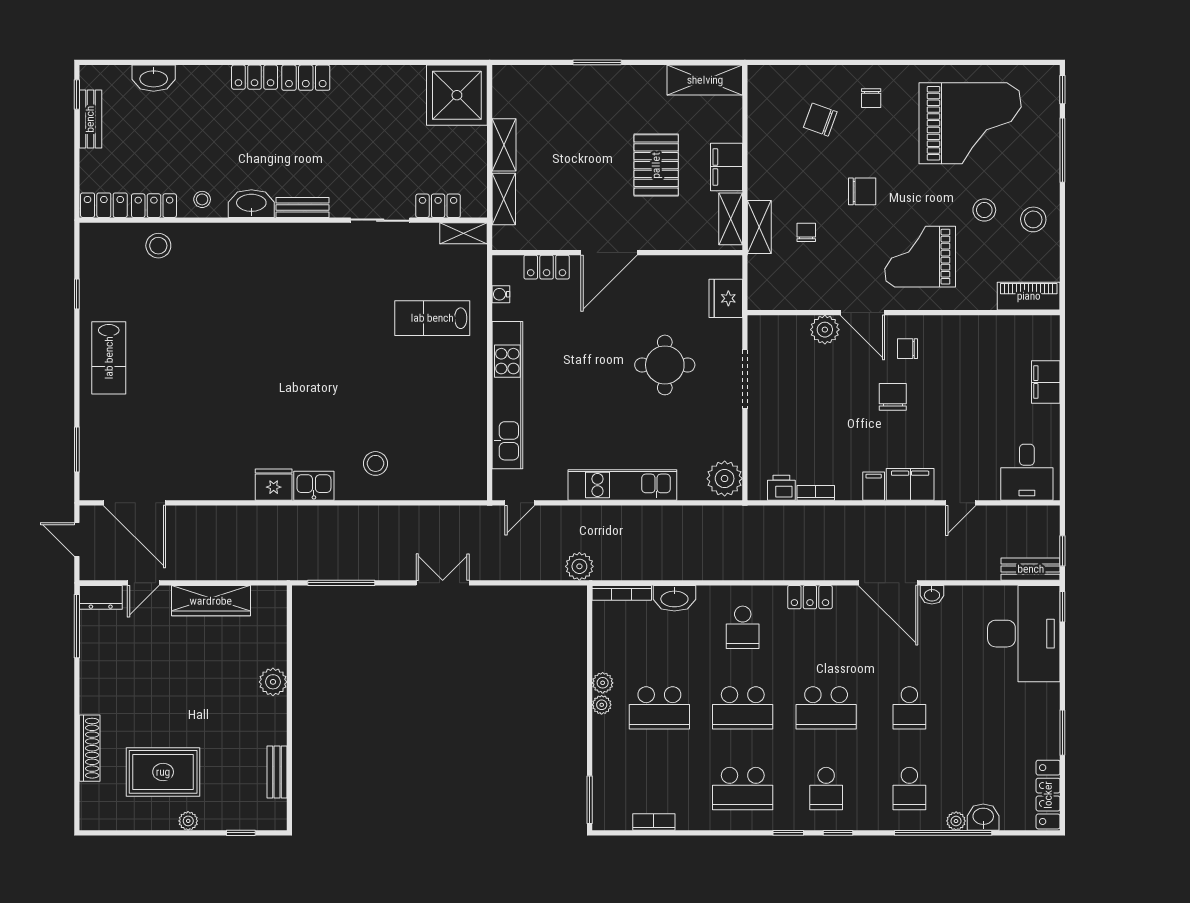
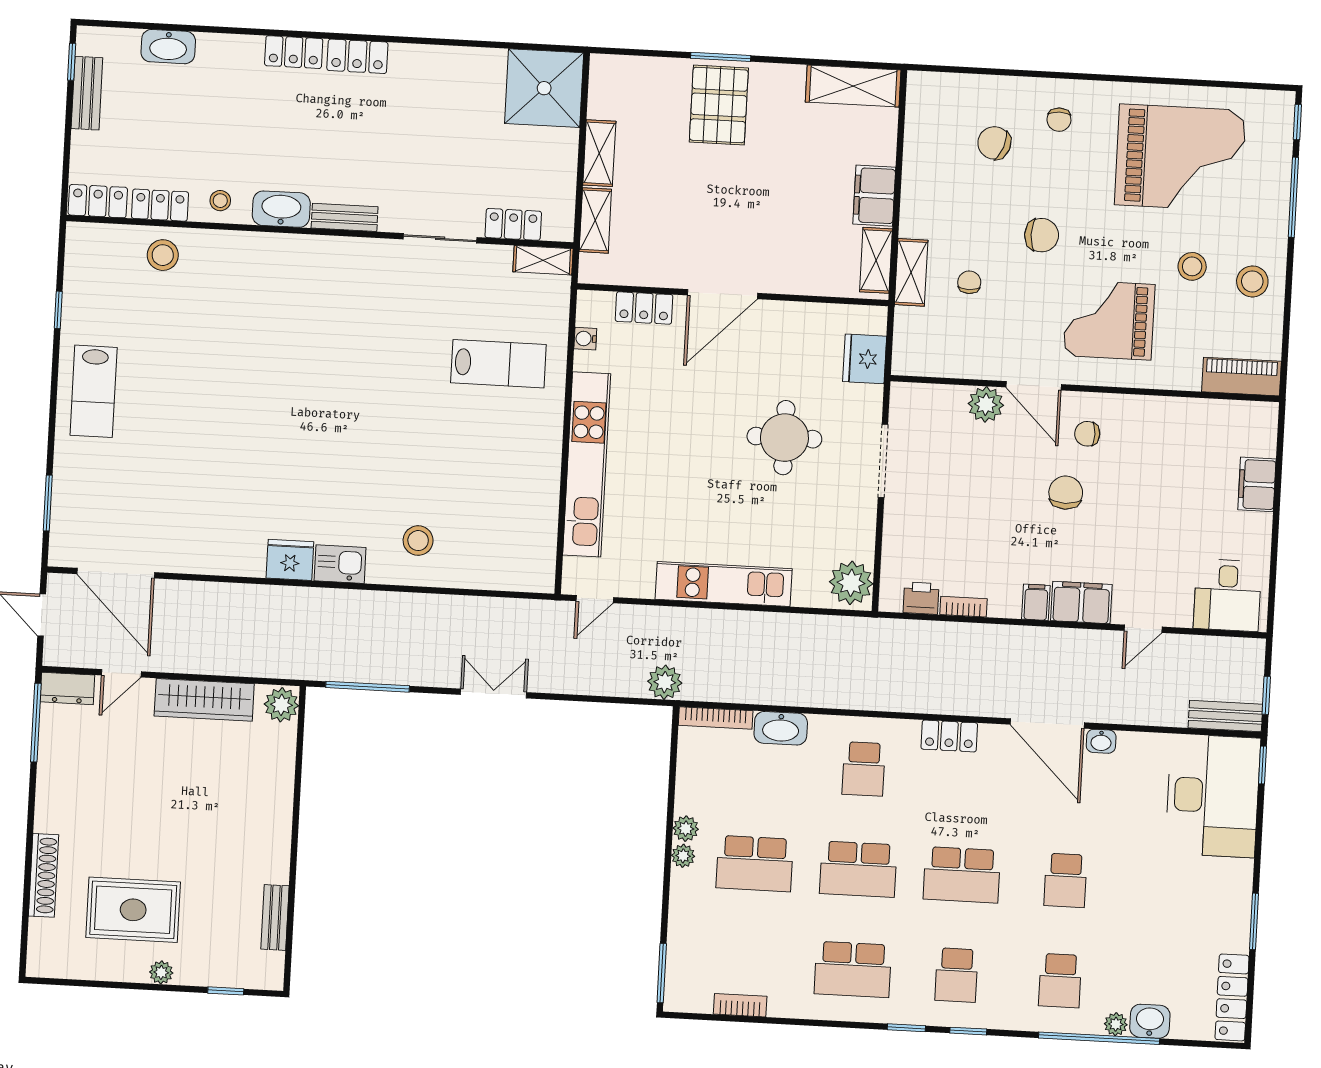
pallet: (656, 165) -> (719, 105), moved
lab bench: (432, 318) -> (498, 364), turned 180
plant: (273, 682) -> (281, 705), moved

